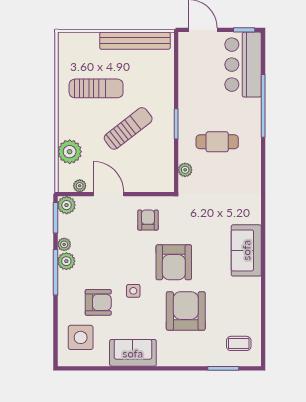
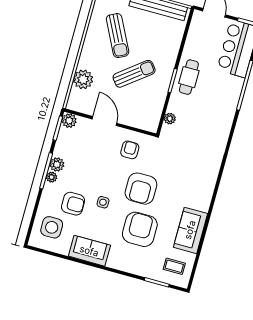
sun lounger: (96, 88) -> (118, 36), turned 63
cafe table: (217, 142) -> (189, 77), moved, turned 90
plant: (80, 186) -> (84, 108), removed
plant: (64, 244) -> (52, 177), moved
sofa: (246, 250) -> (190, 230), moved

